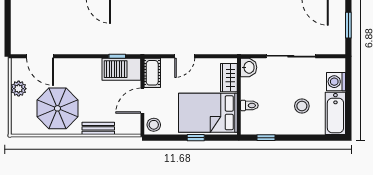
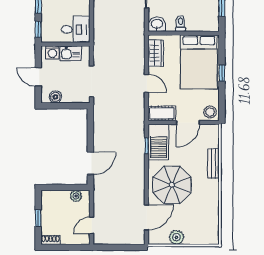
wardrobe: (229, 78) -> (156, 53), moved, turned -90
door: (142, 101) -> (188, 123), hinge flipped
toilet: (249, 105) -> (181, 23), moved
parasol: (57, 108) -> (172, 185), moved

